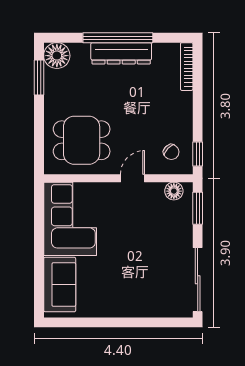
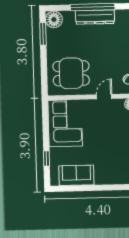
window: (39, 274) -> (46, 159), added
sofa: (60, 285) -> (76, 175), moved, turned -90

